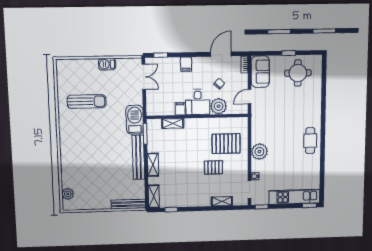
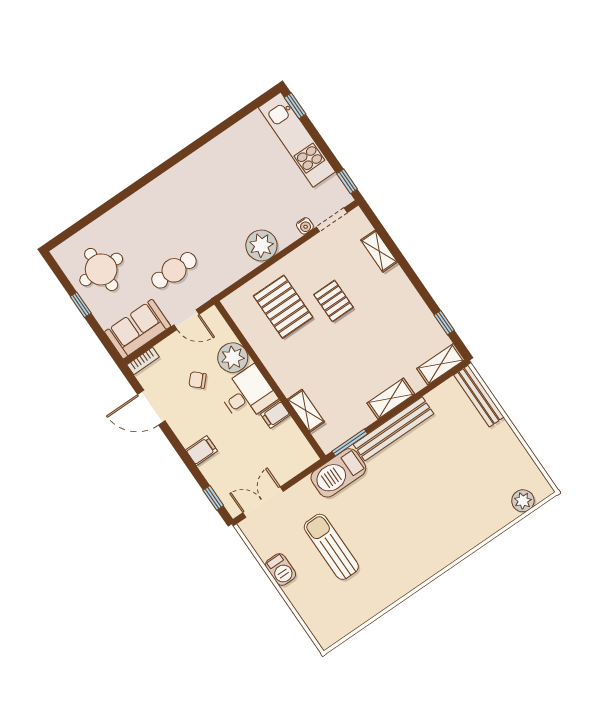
sun lounger: (87, 101) -> (331, 547), moved
cafe table: (310, 141) -> (174, 270), moved

